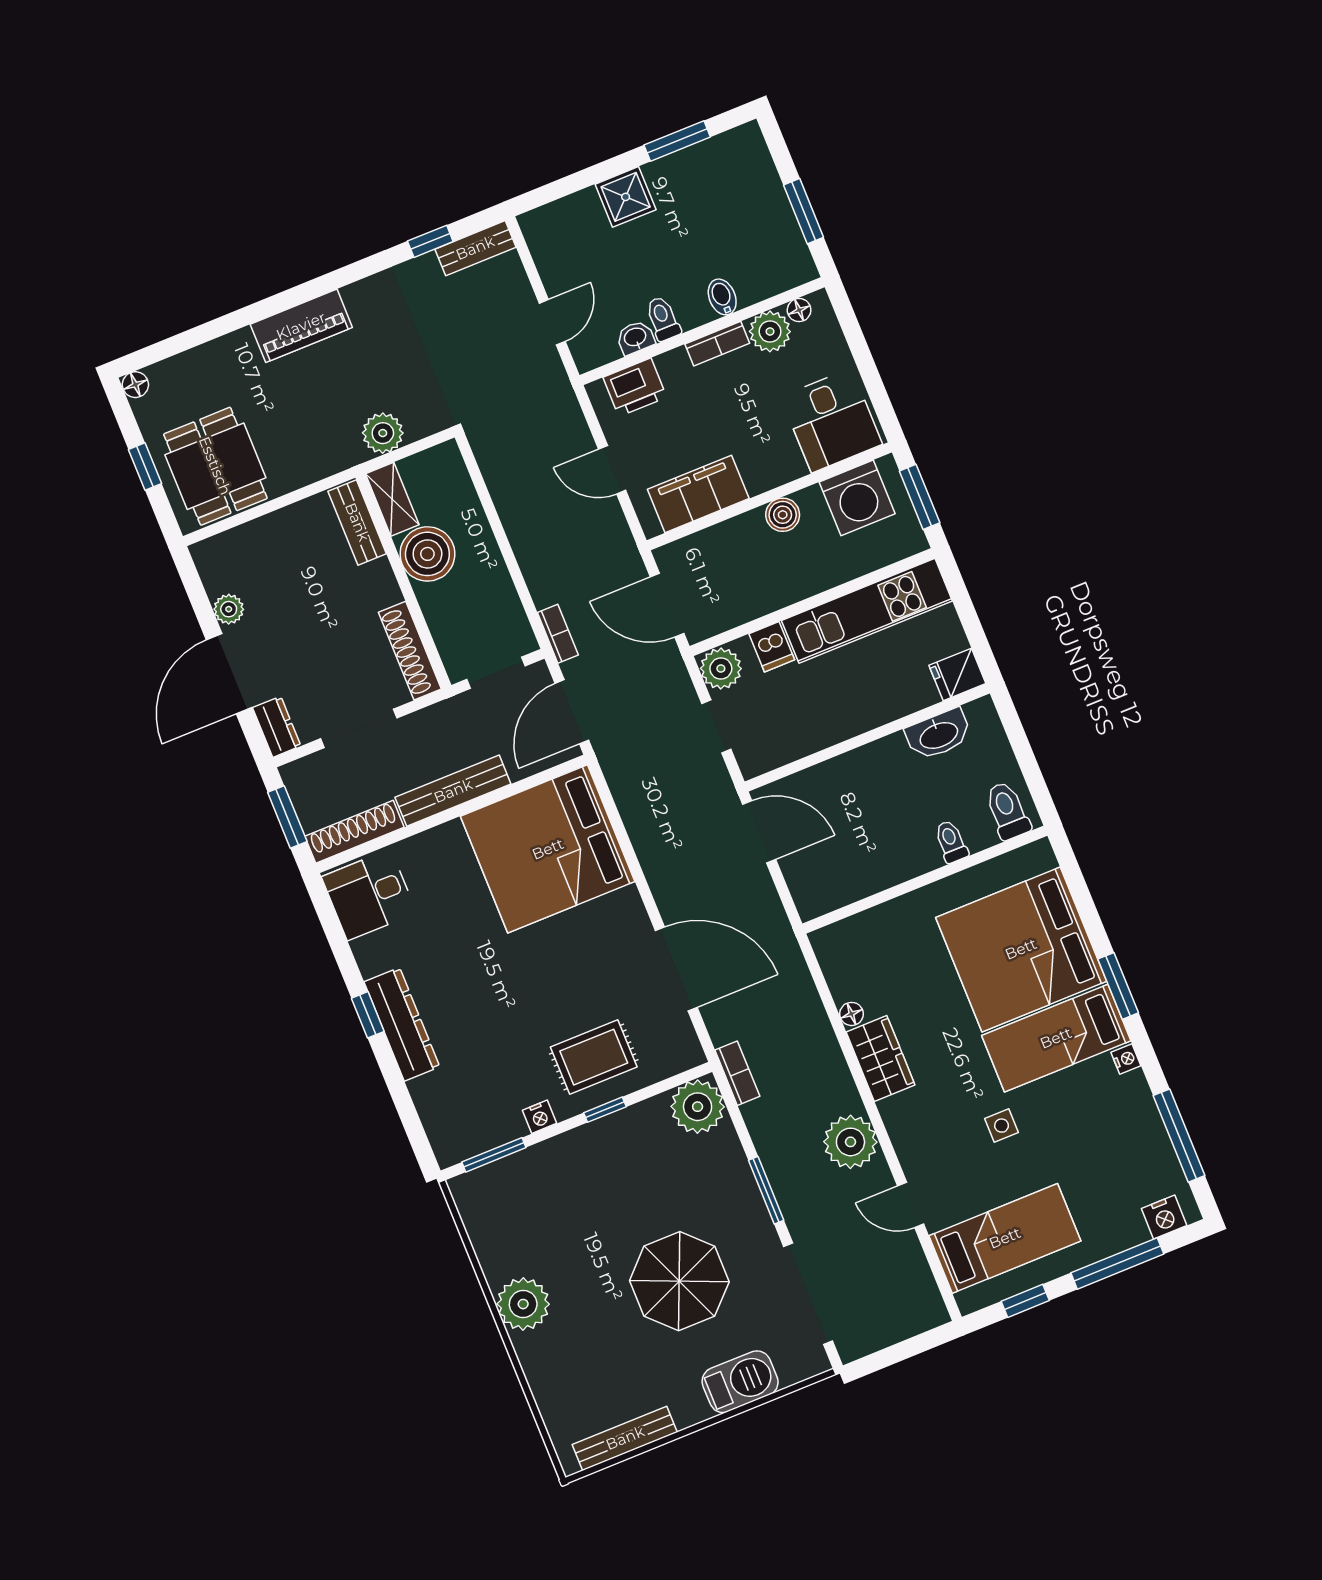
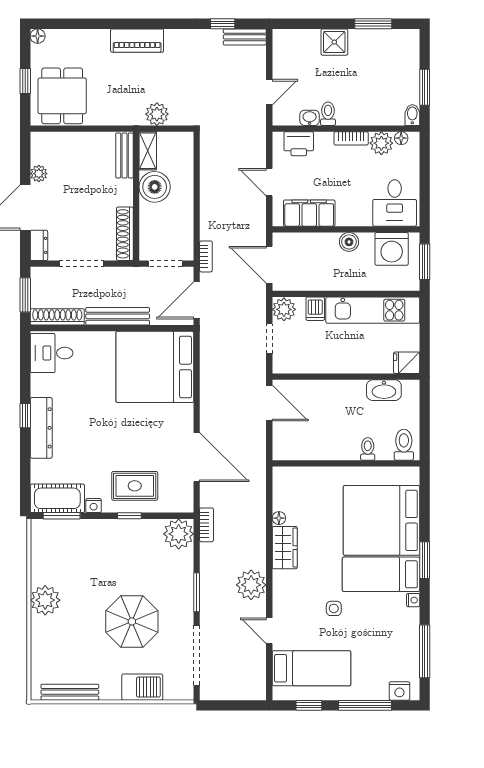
bidet: (722, 297) -> (412, 115), moved
cot: (475, 1129) -> (57, 498), added

